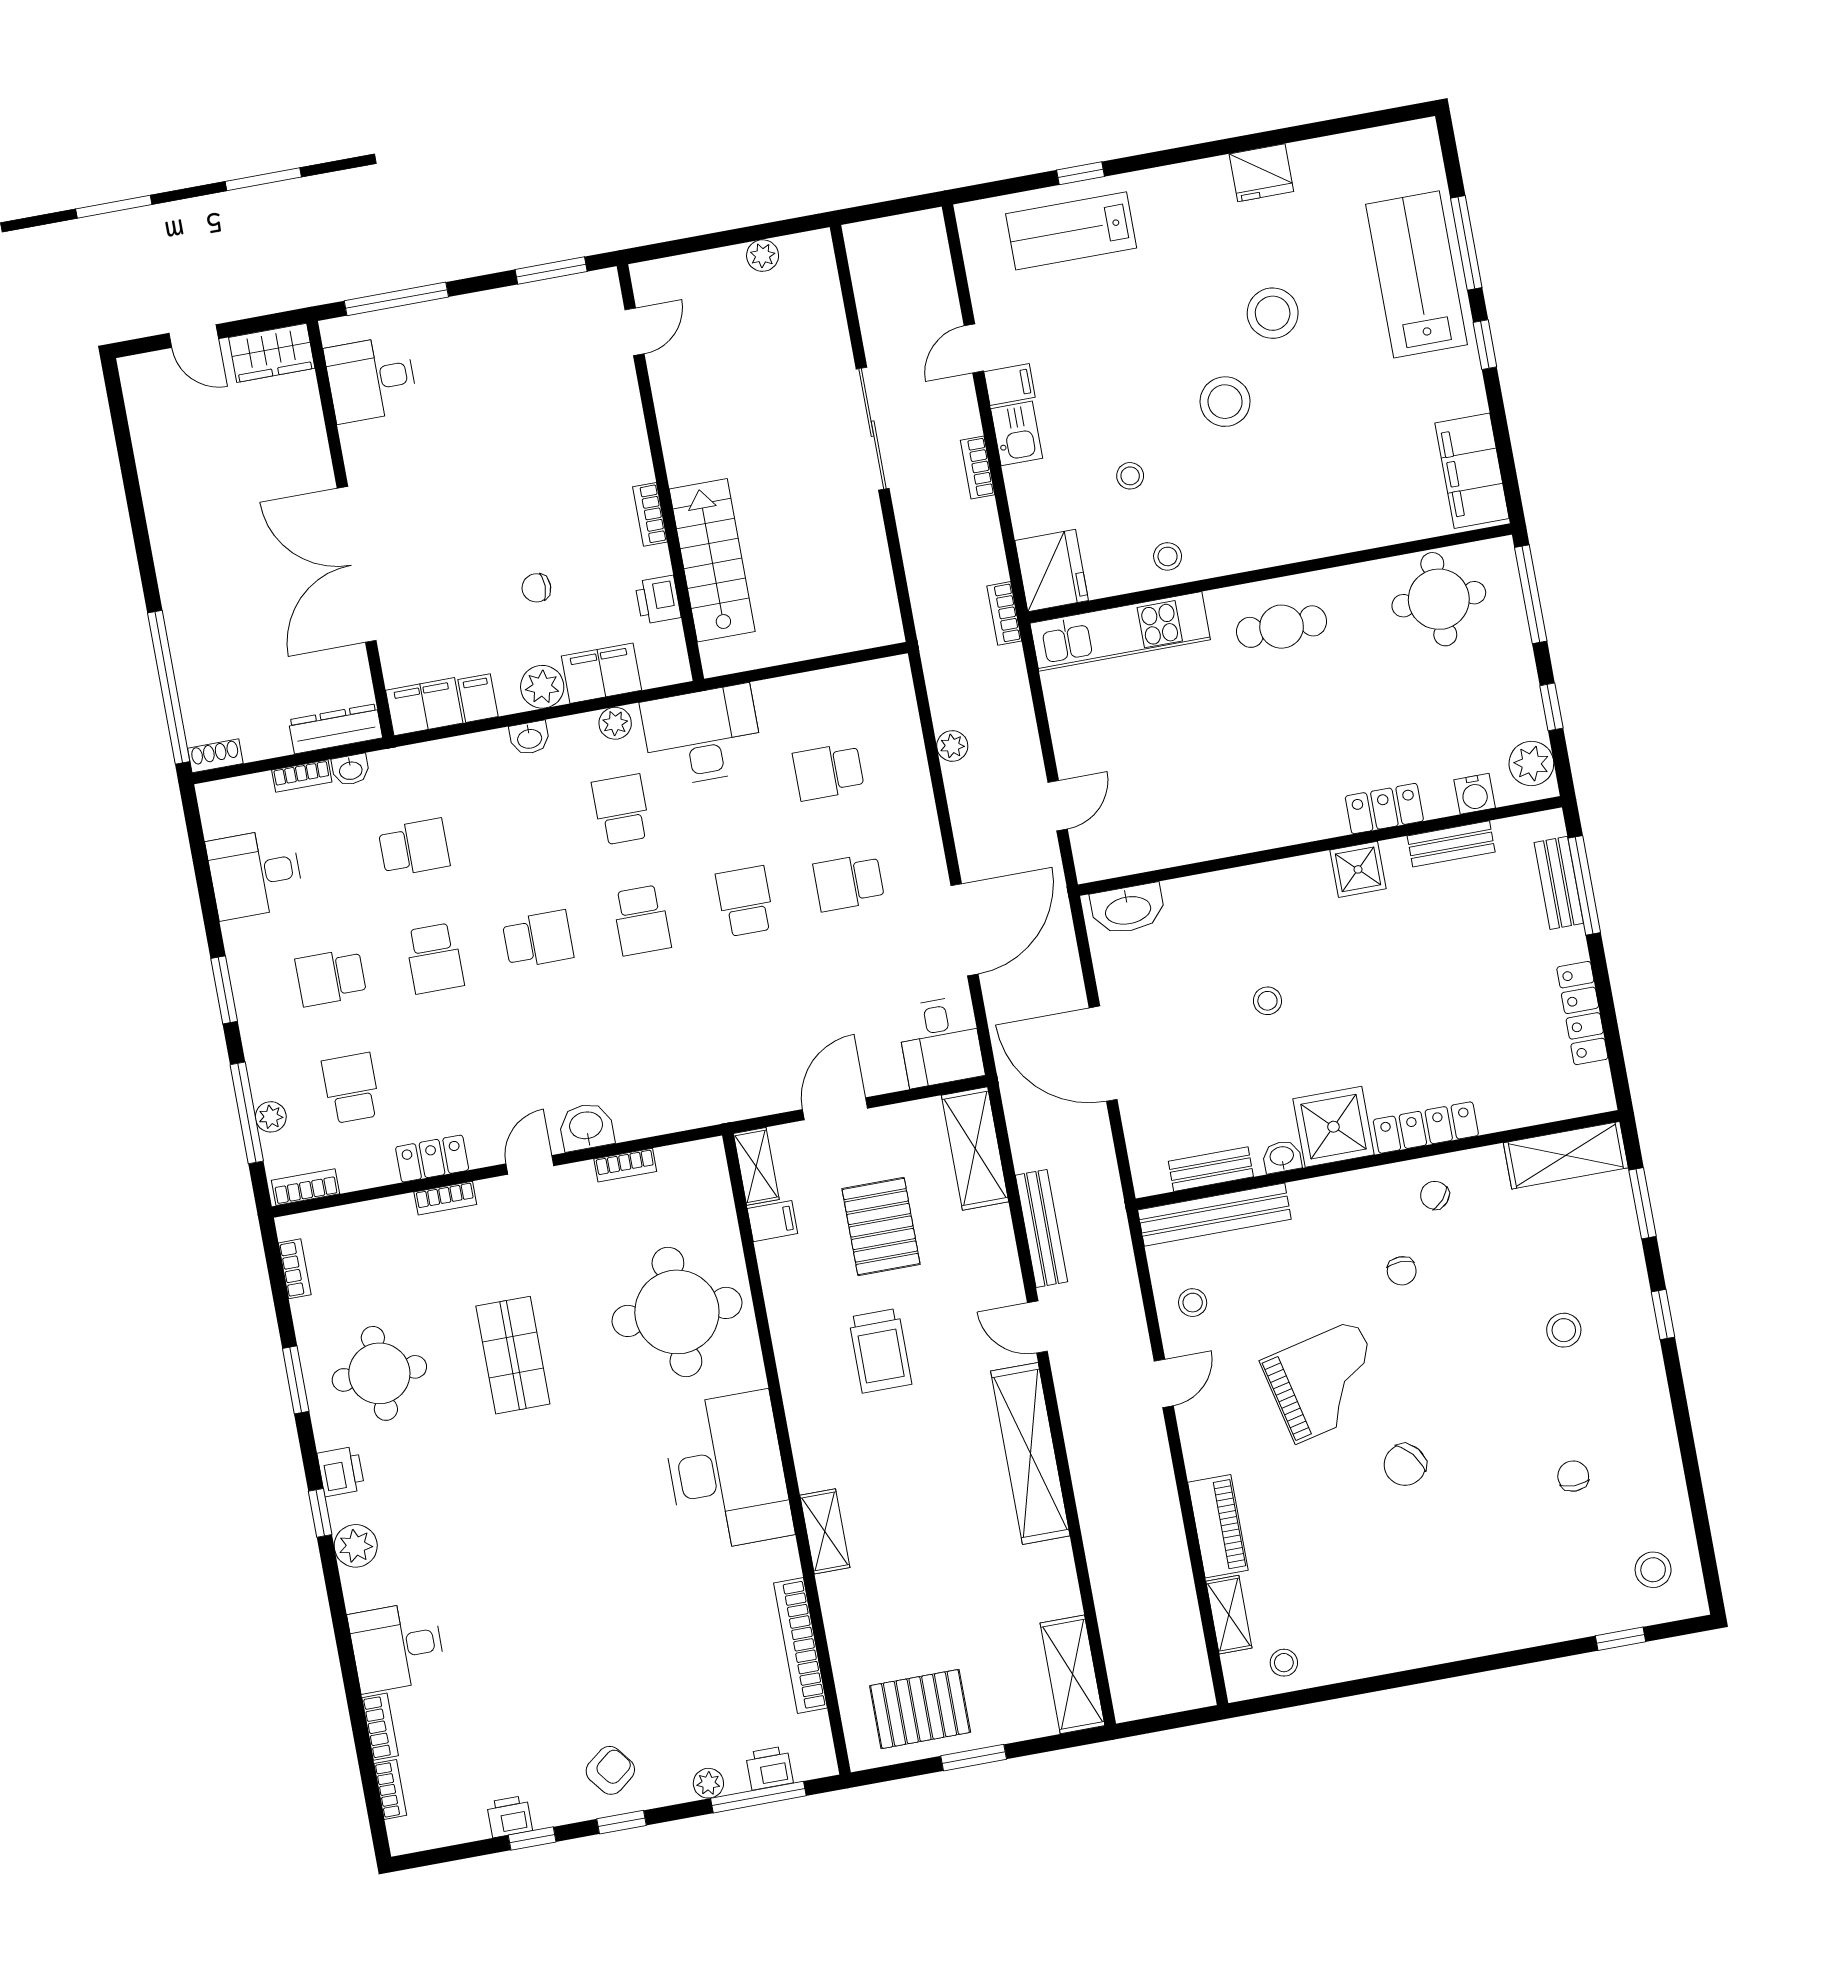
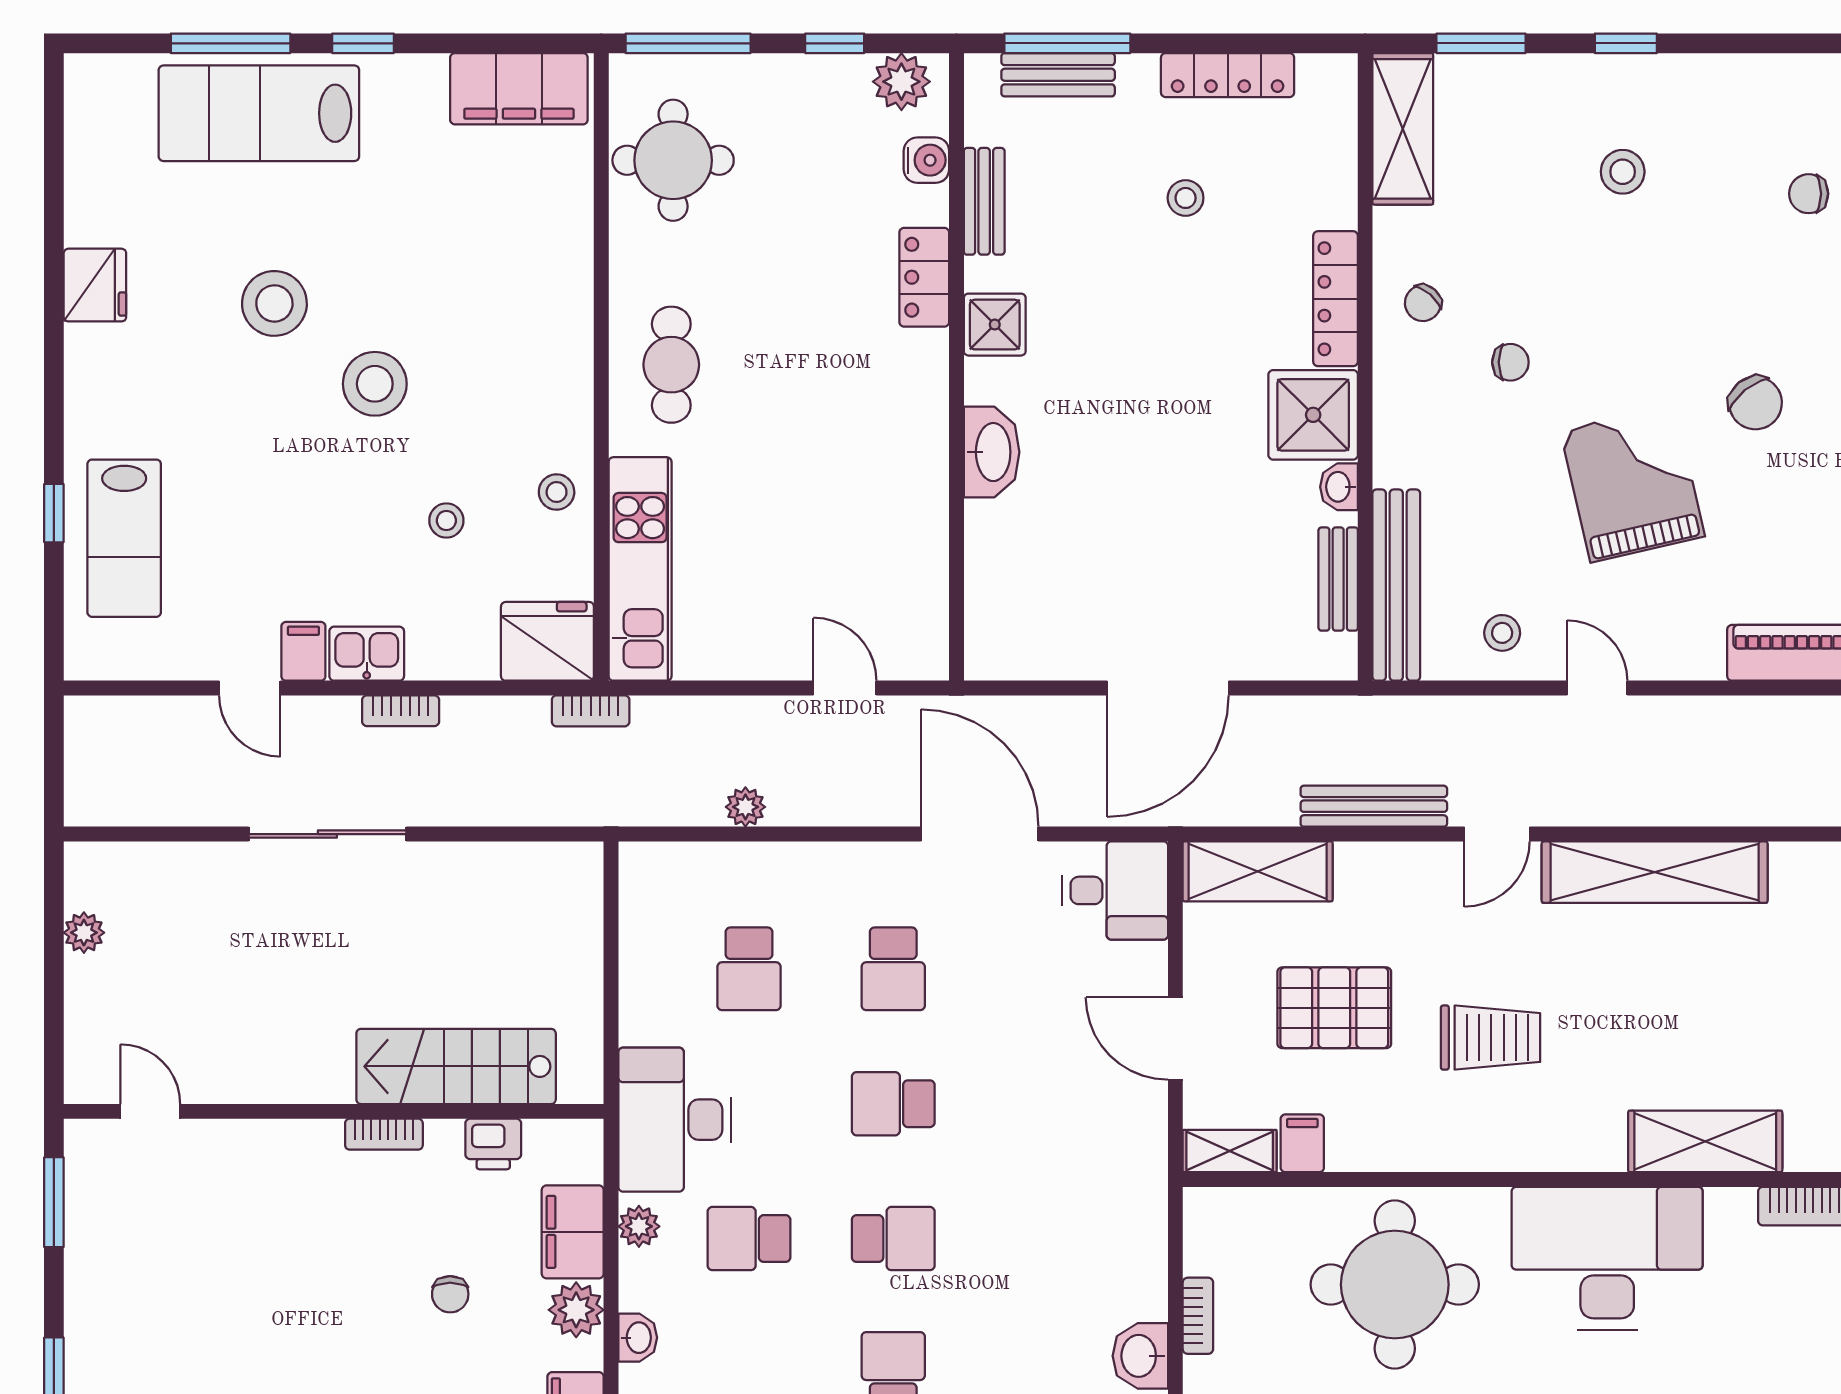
washbasin: (1128, 909) -> (992, 452), moved
stool: (1267, 1001) -> (1186, 198), moved
shelving: (825, 1531) -> (1705, 1141), width x1.50, depth x1.33

